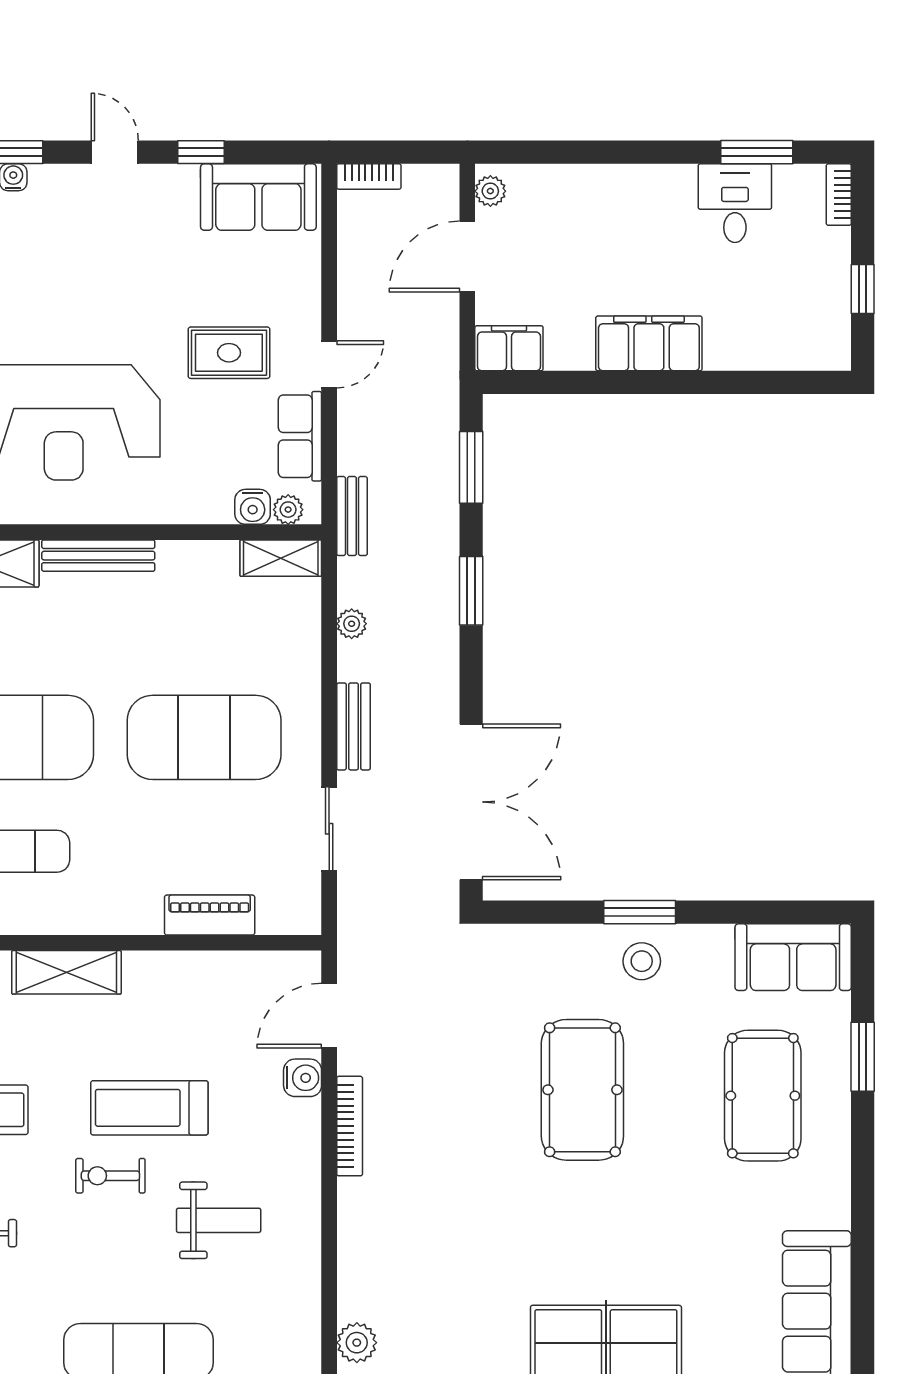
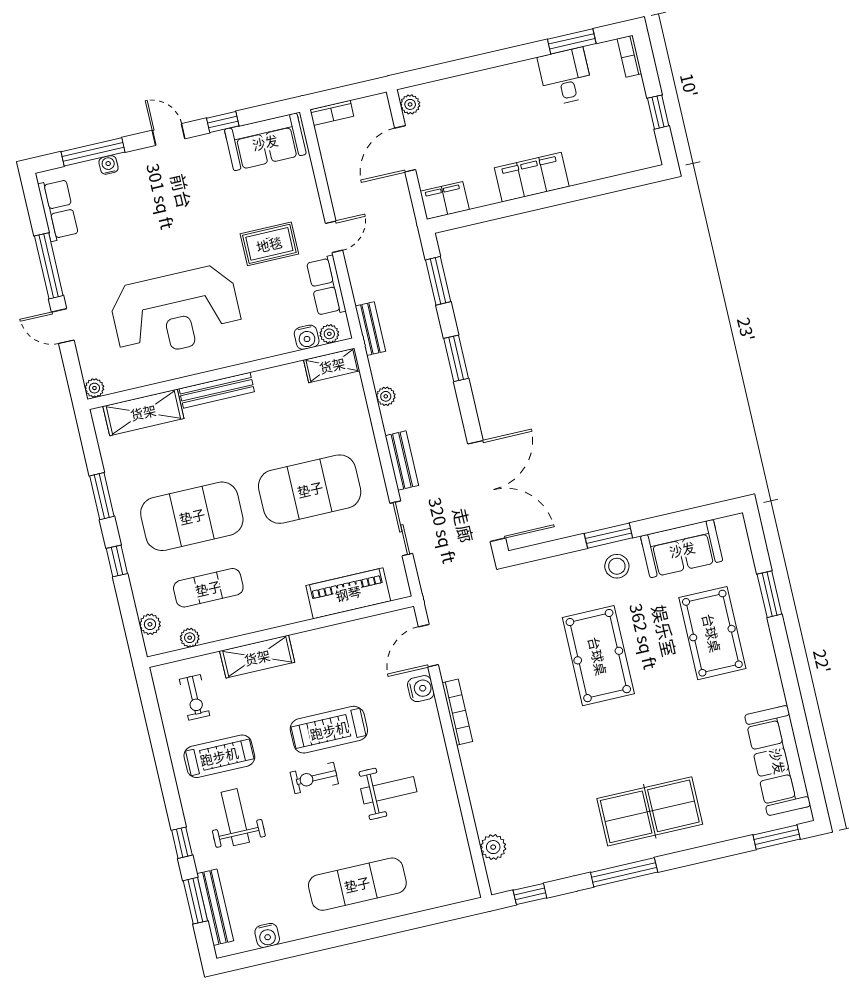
piano: (210, 915) -> (348, 593), width x1.37, depth x1.33
sofa: (793, 957) -> (682, 549), moved

